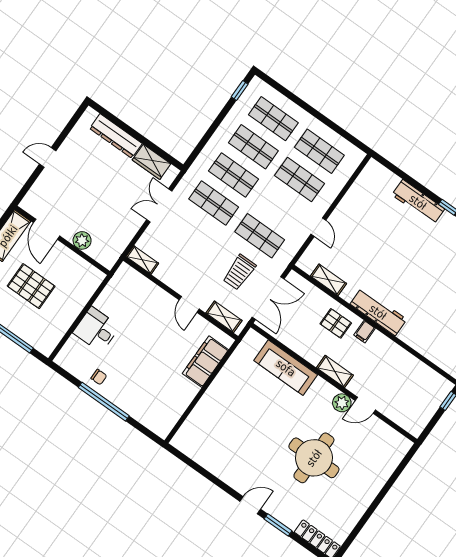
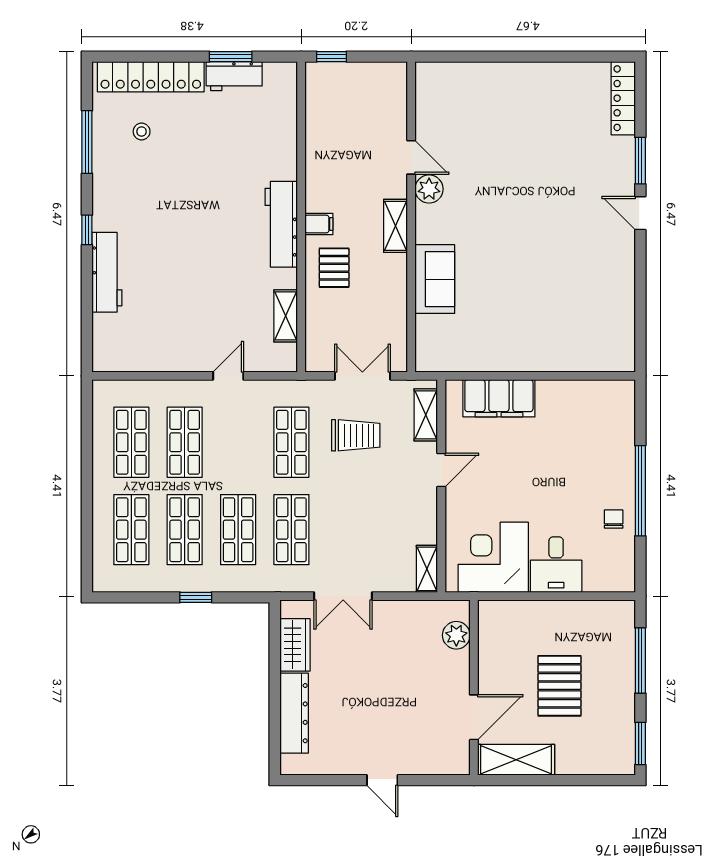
window: (240, 90) -> (196, 597), moved
plant: (82, 240) -> (456, 635), moved
double door: (268, 298) -> (362, 376), width x0.73
corner desk: (124, 299) -> (493, 557), added
sofa: (286, 368) -> (435, 279), width x0.73
round table: (314, 458) -> (523, 175), removed

